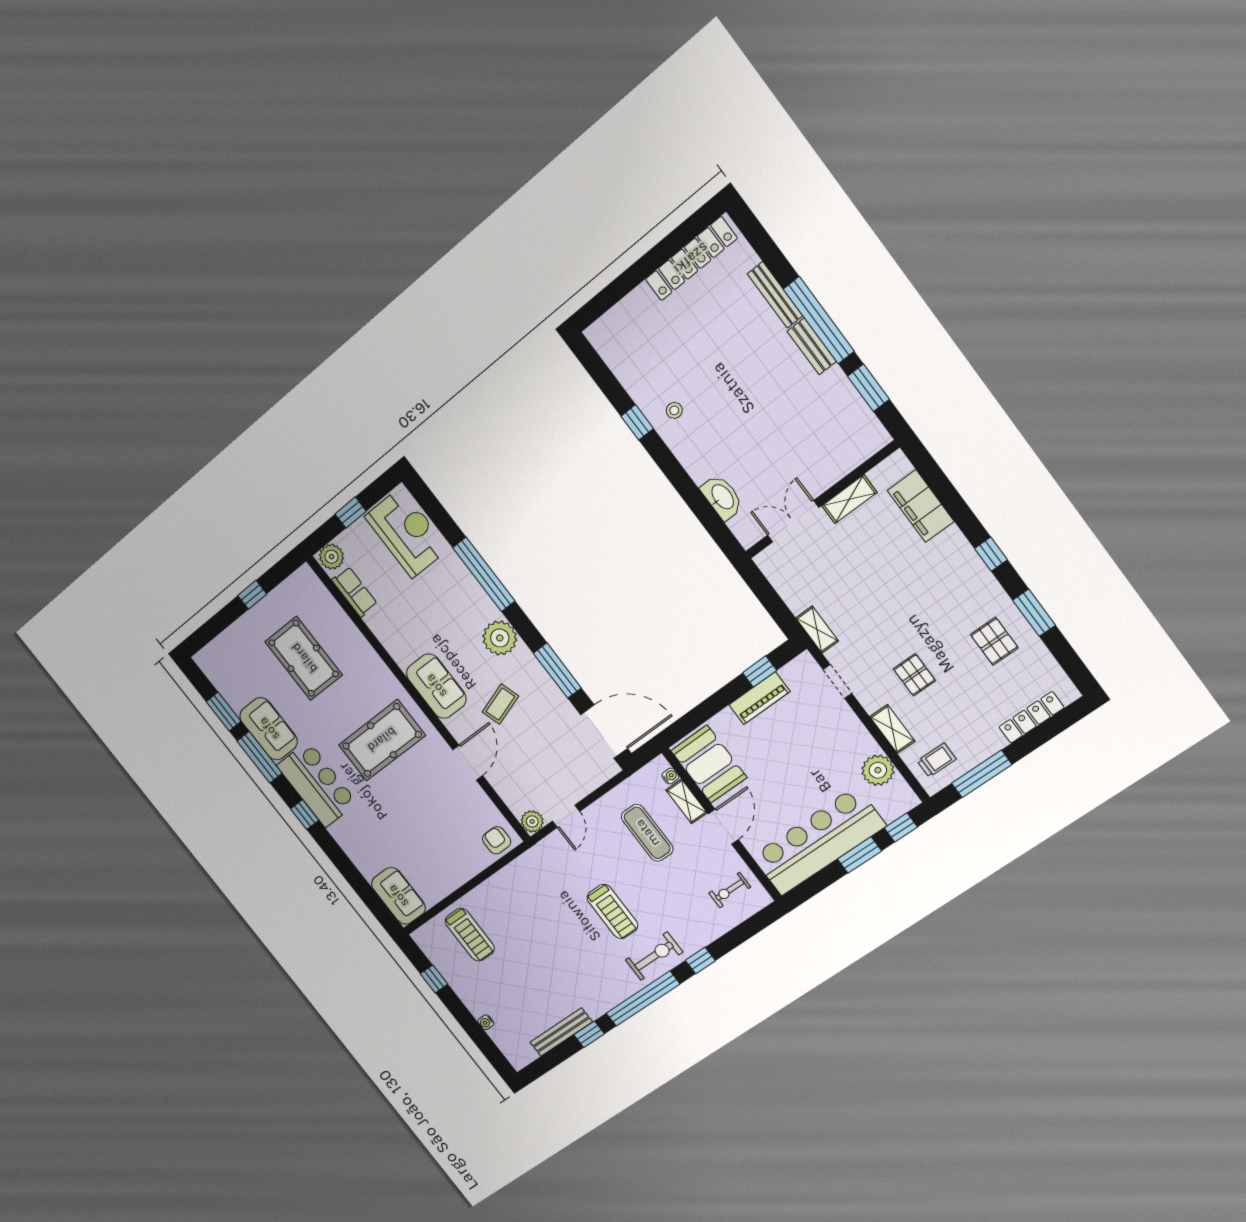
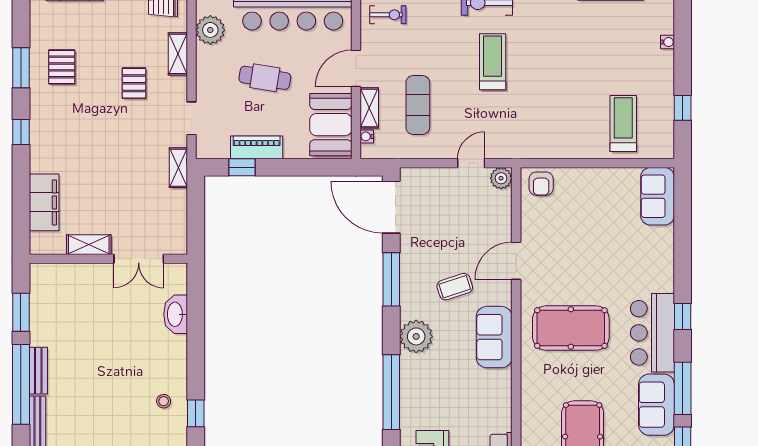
cafe table: (797, 763) -> (265, 78), added

